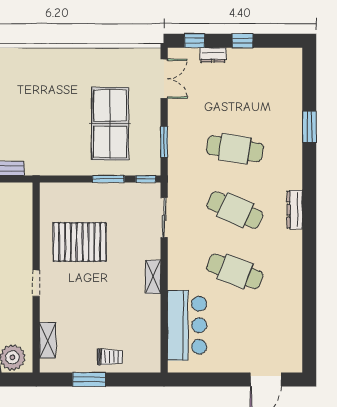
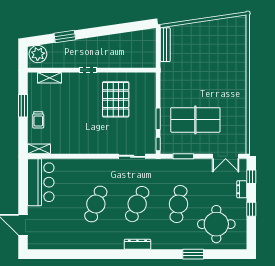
round table: (265, 93) -> (216, 224), added
shelving: (153, 277) -> (39, 149), moved
bar counter: (187, 325) -> (41, 182), moved, turned -90

